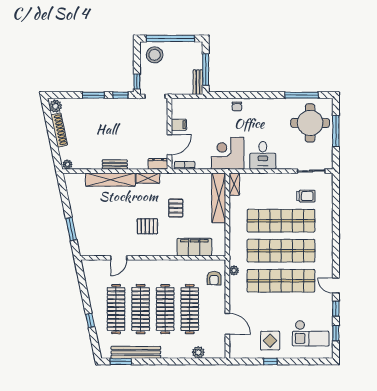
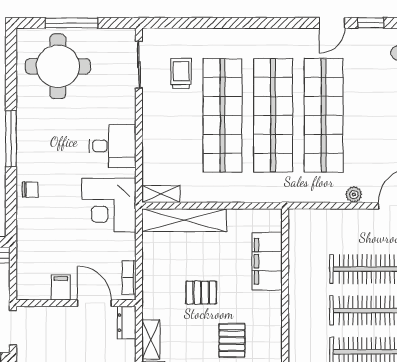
window: (302, 95) -> (11, 139), moved
plant: (234, 270) -> (354, 195), moved
armchair: (214, 278) -> (319, 228), removed

